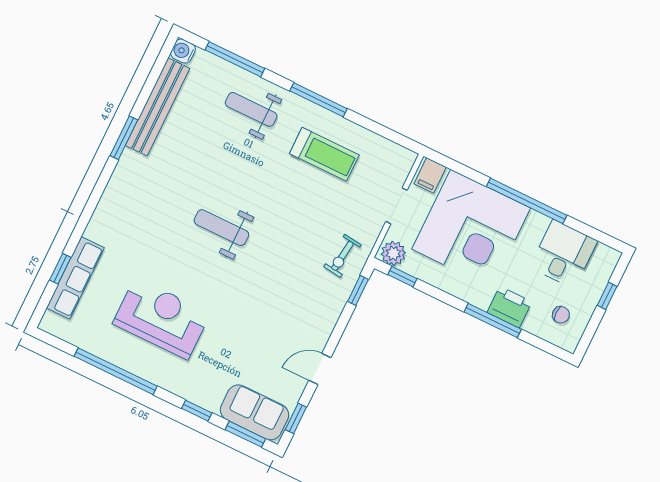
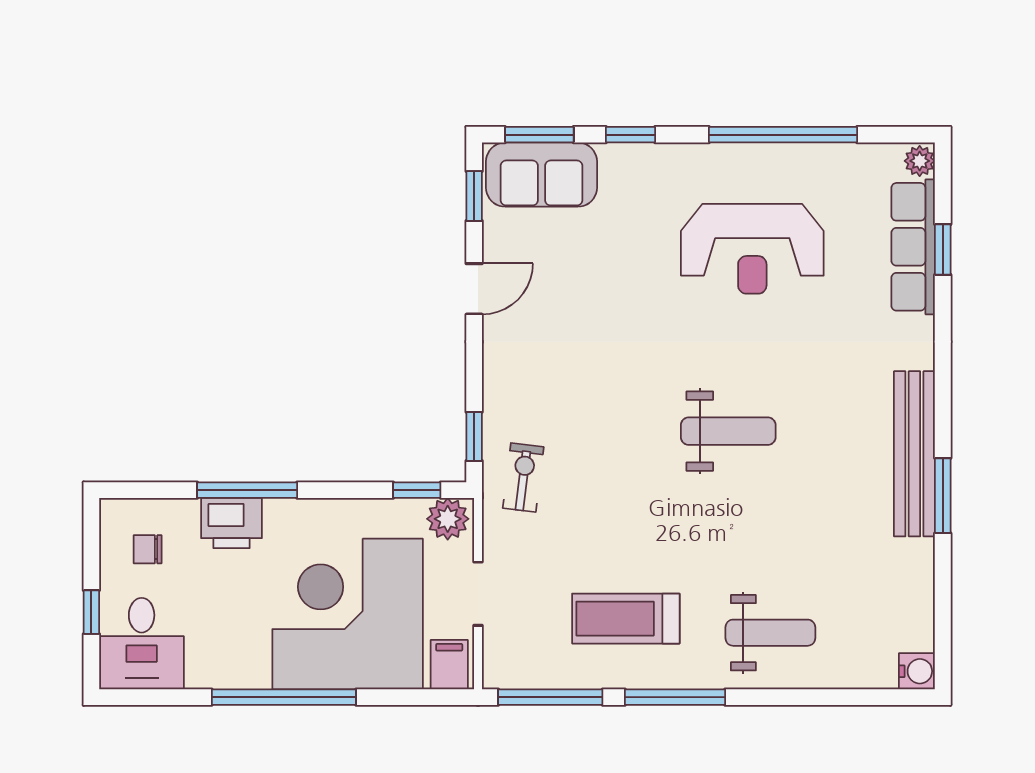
window: (235, 59) -> (550, 697), moved
bench: (158, 107) -> (914, 454), moved
desk: (564, 254) -> (142, 644), moved
plant: (50, 322) -> (920, 161), added

